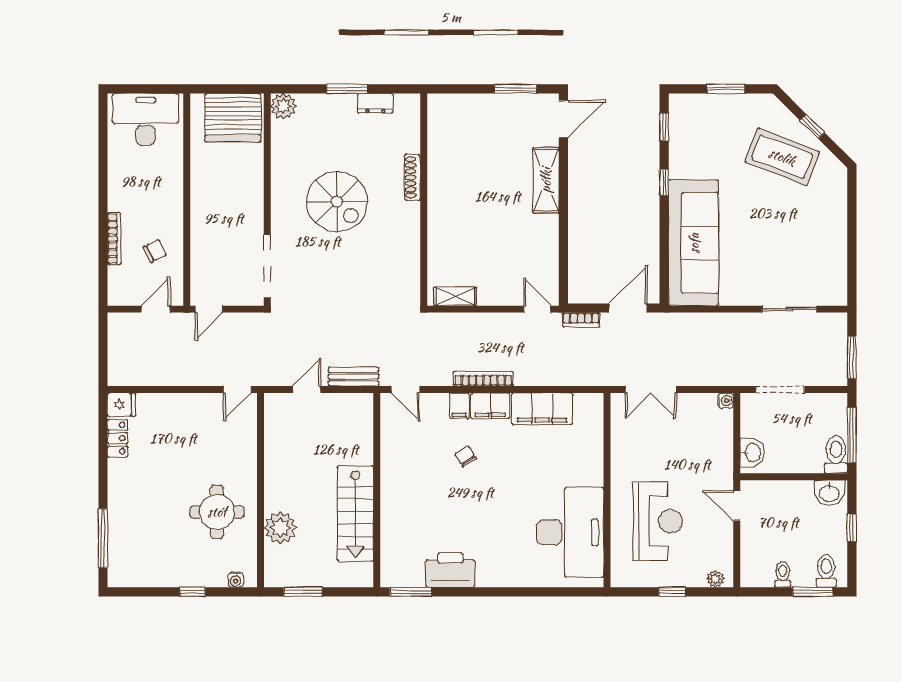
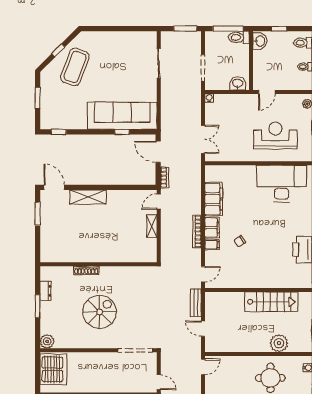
window: (664, 183) -> (122, 132), moved
shelving: (455, 296) -> (152, 226), moved
door: (237, 390) -> (203, 367), hinge flipped

